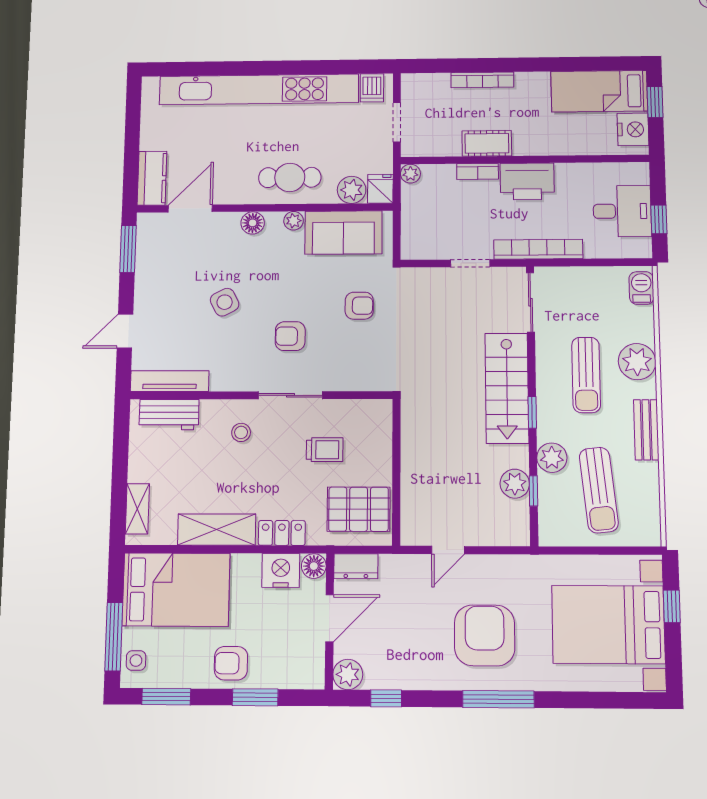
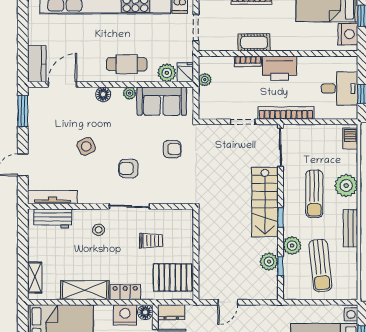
plant: (410, 174) -> (205, 80), moved

